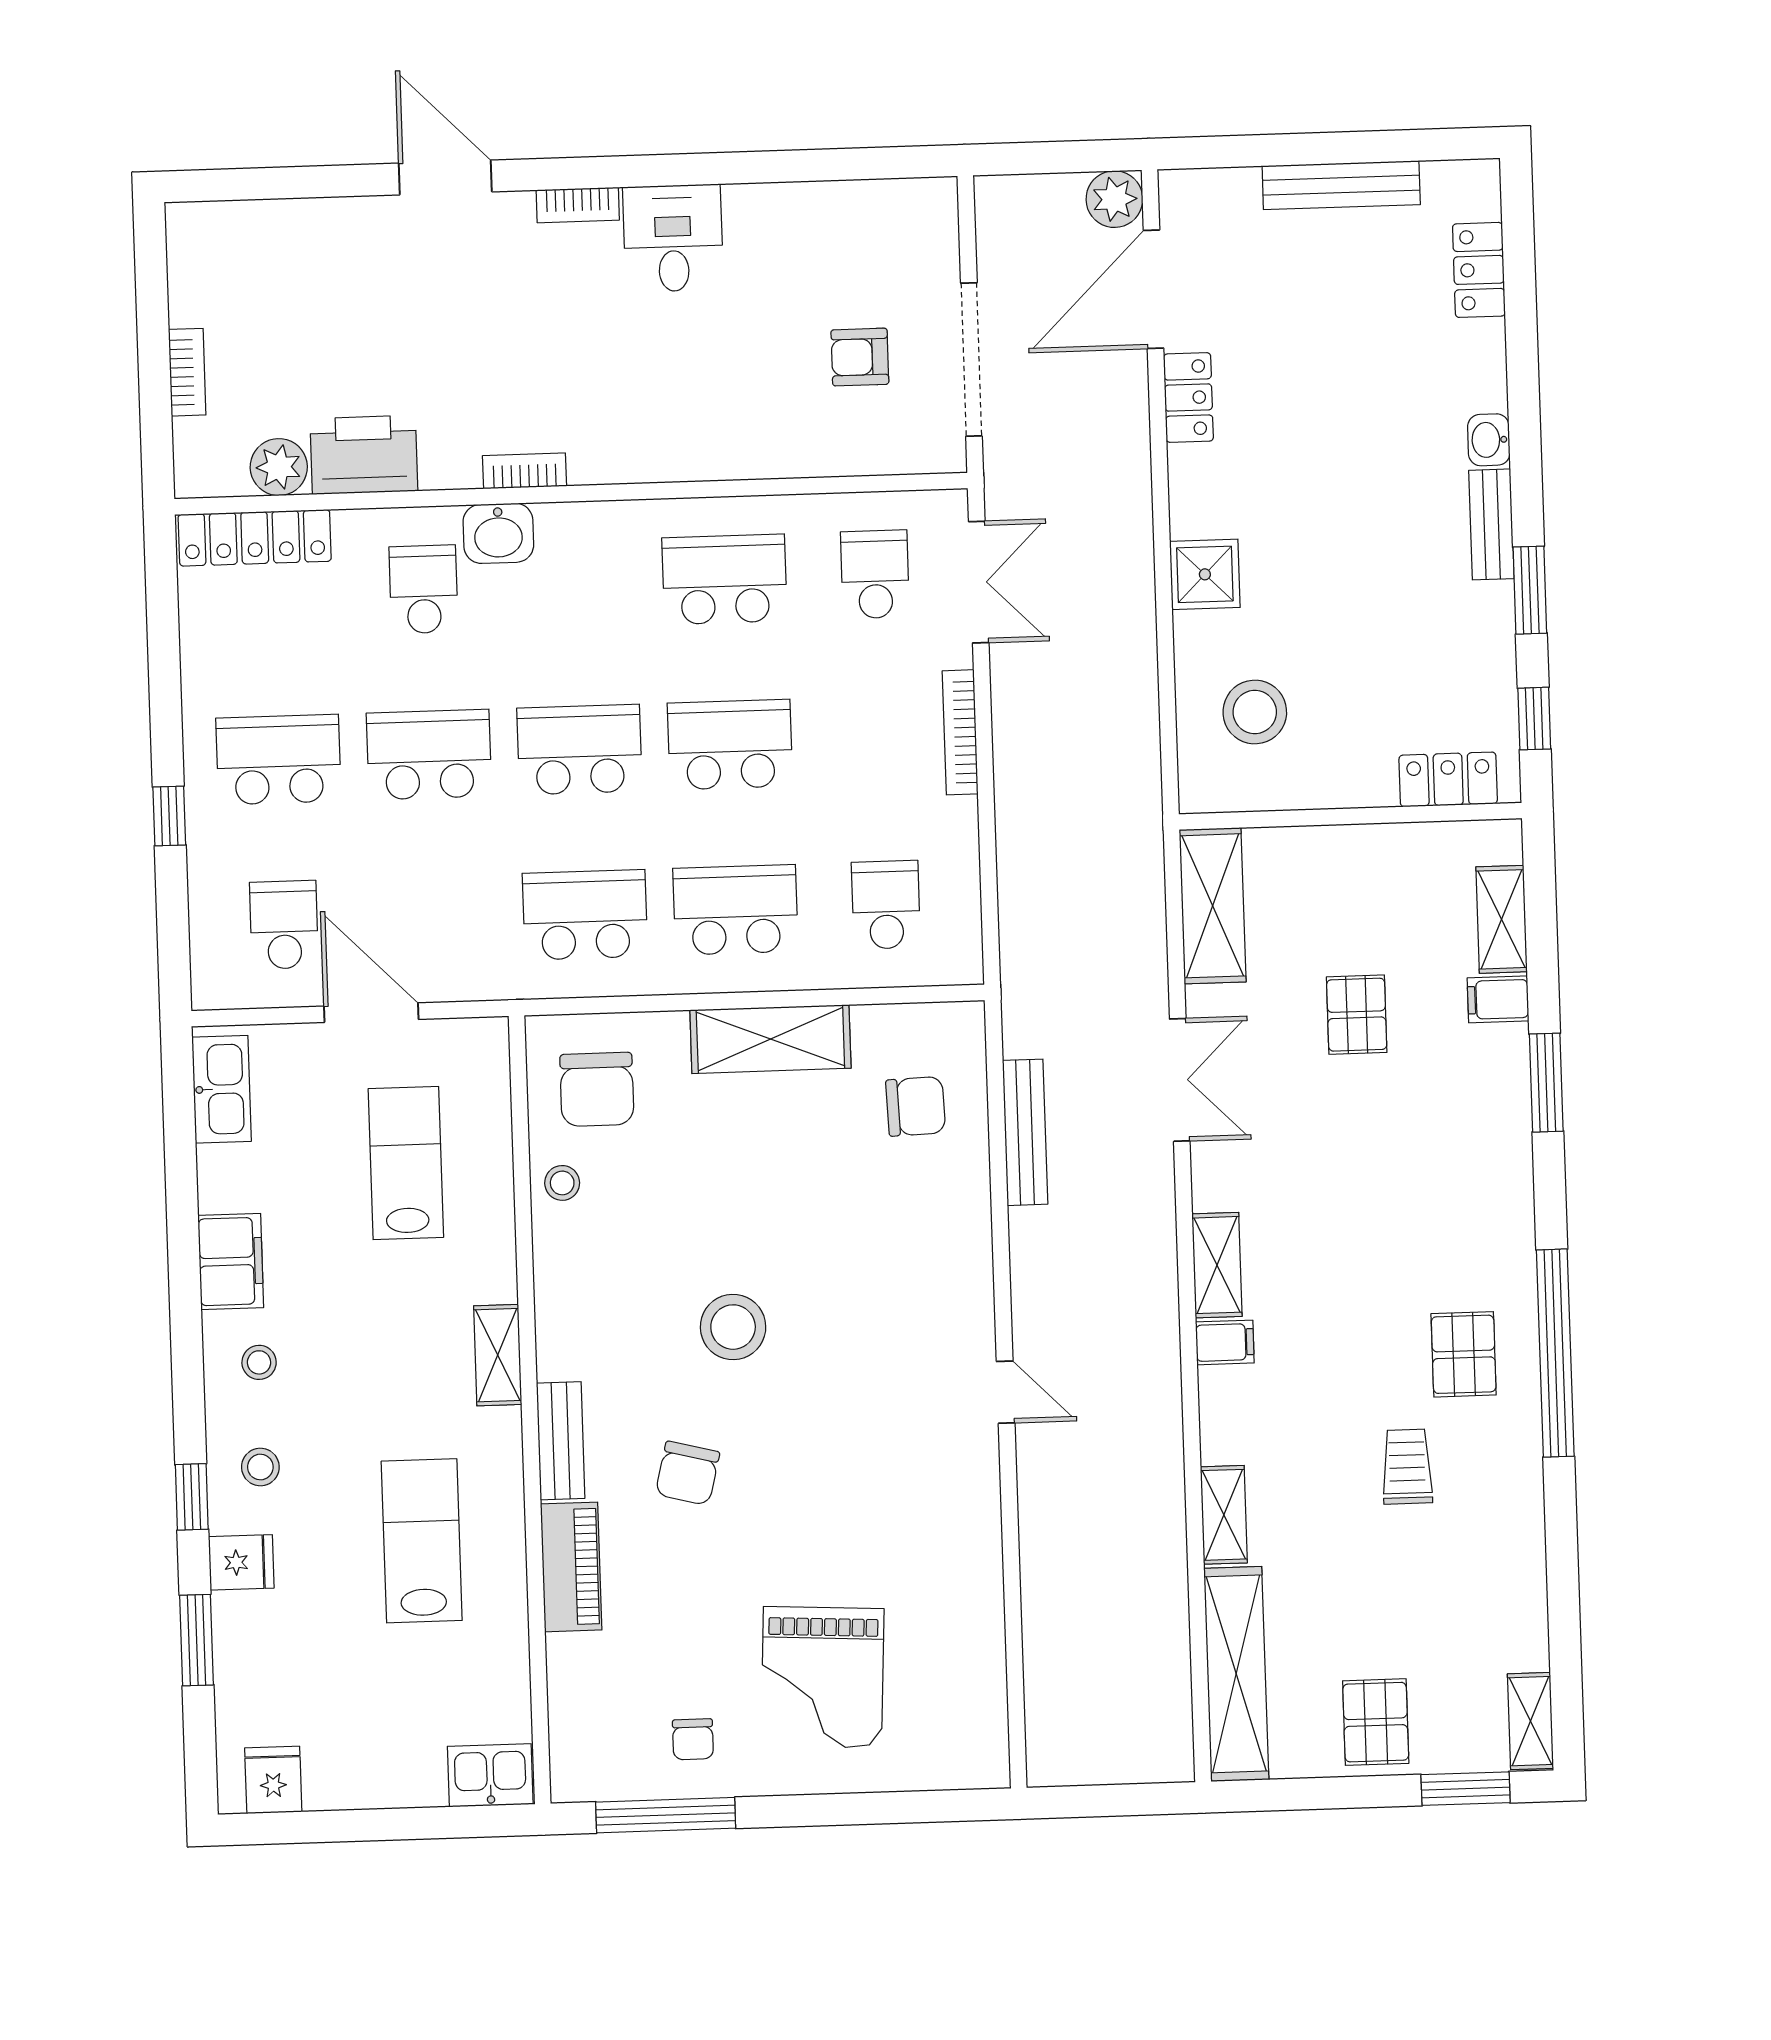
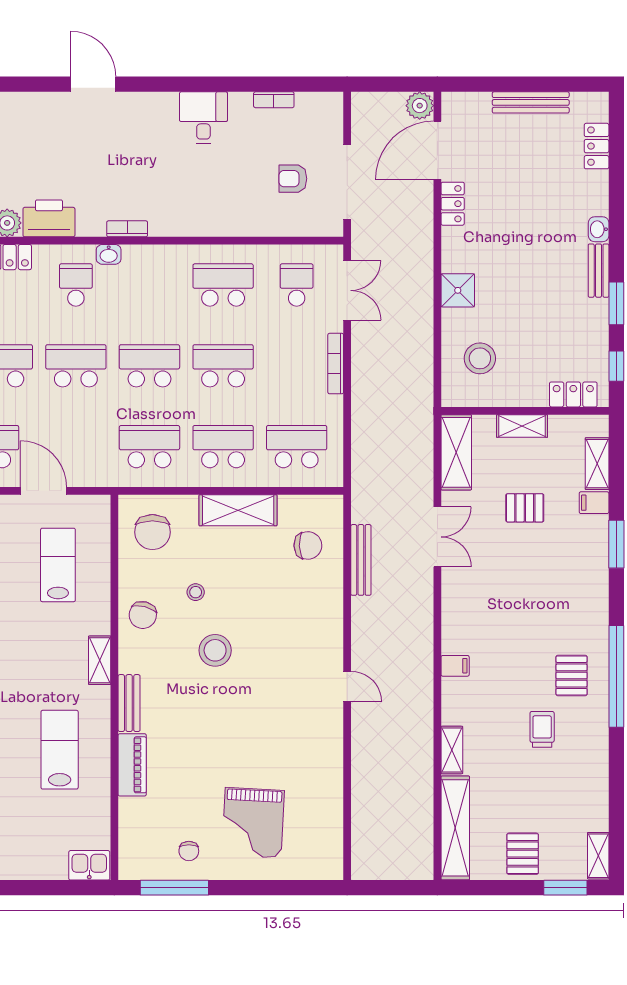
bookcase: (578, 205) -> (274, 100), moved
washbasin: (498, 533) -> (109, 254), width x0.72, depth x0.69
school desk: (886, 905) -> (297, 447), width x1.85
pallet: (1357, 1015) -> (525, 508), turned 90
stool: (562, 1183) -> (196, 592), moved
shelving: (1217, 1265) -> (522, 426), moved, turned 90
chair: (687, 1473) -> (143, 615), moved

